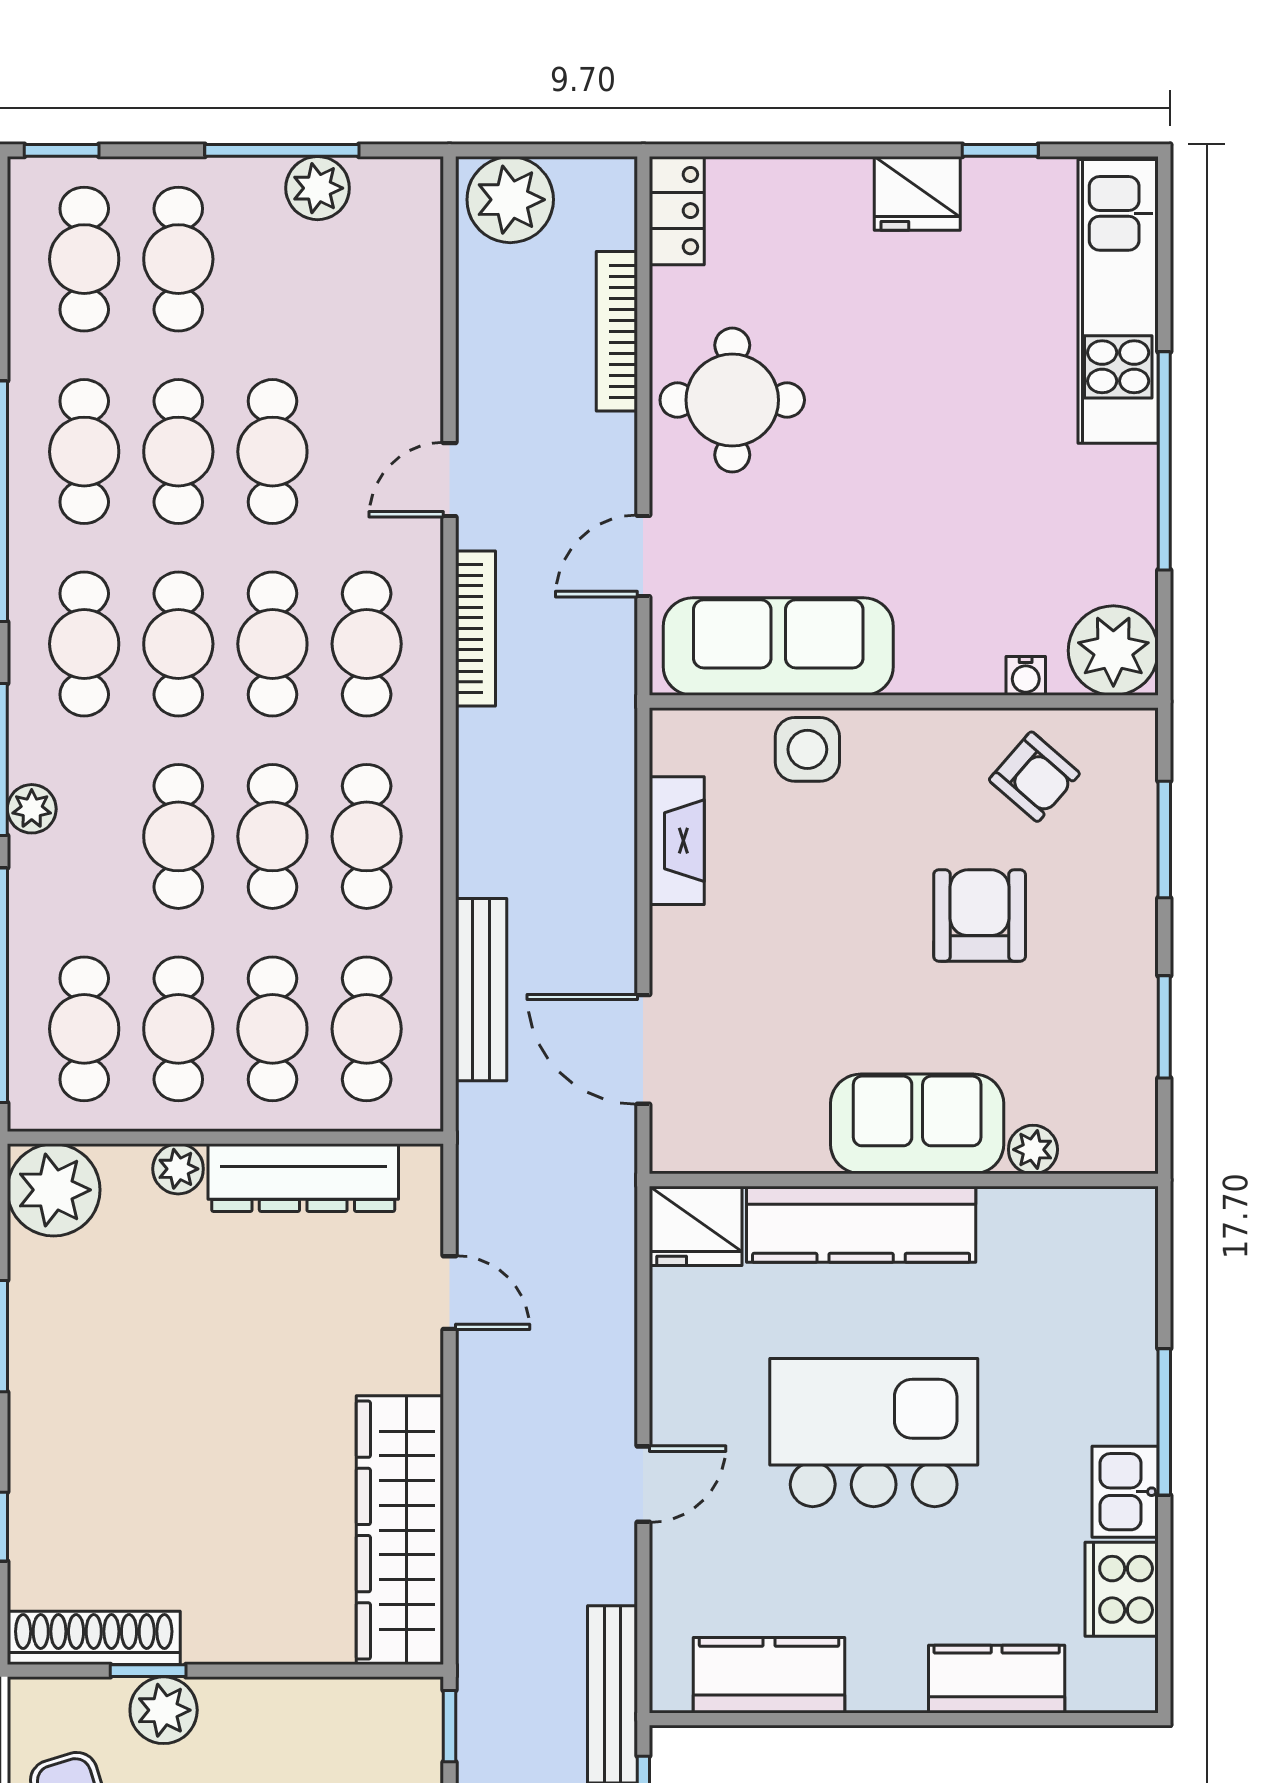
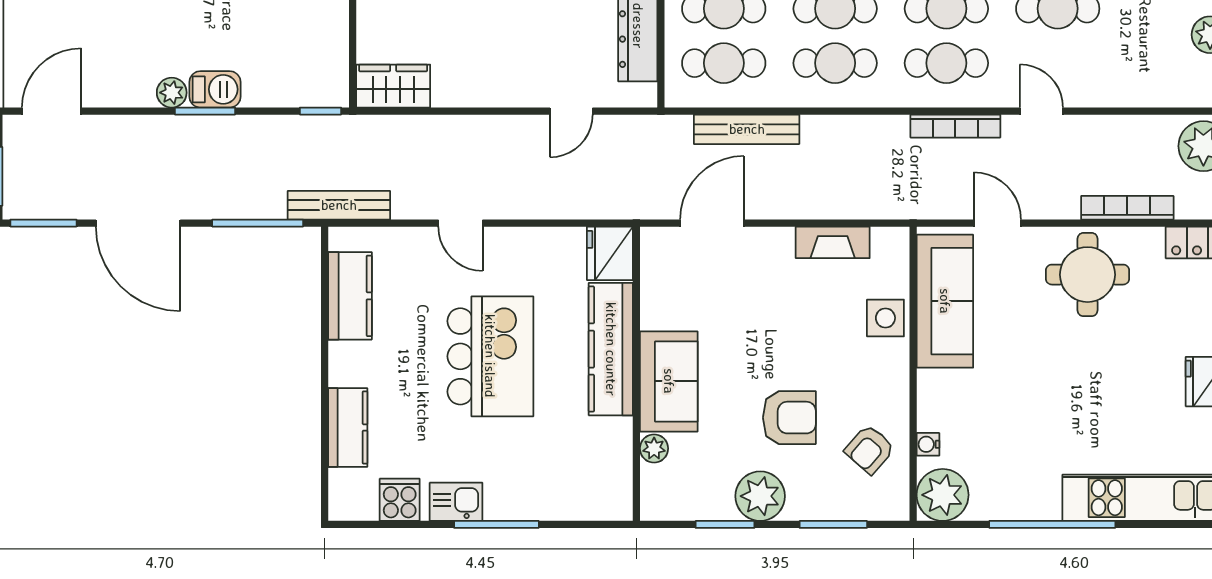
plant: (1115, 966) -> (760, 496), added
wardrobe: (400, 1530) -> (393, 86), width x0.48, depth x0.85
cooker: (1122, 1589) -> (400, 500), width x0.73

